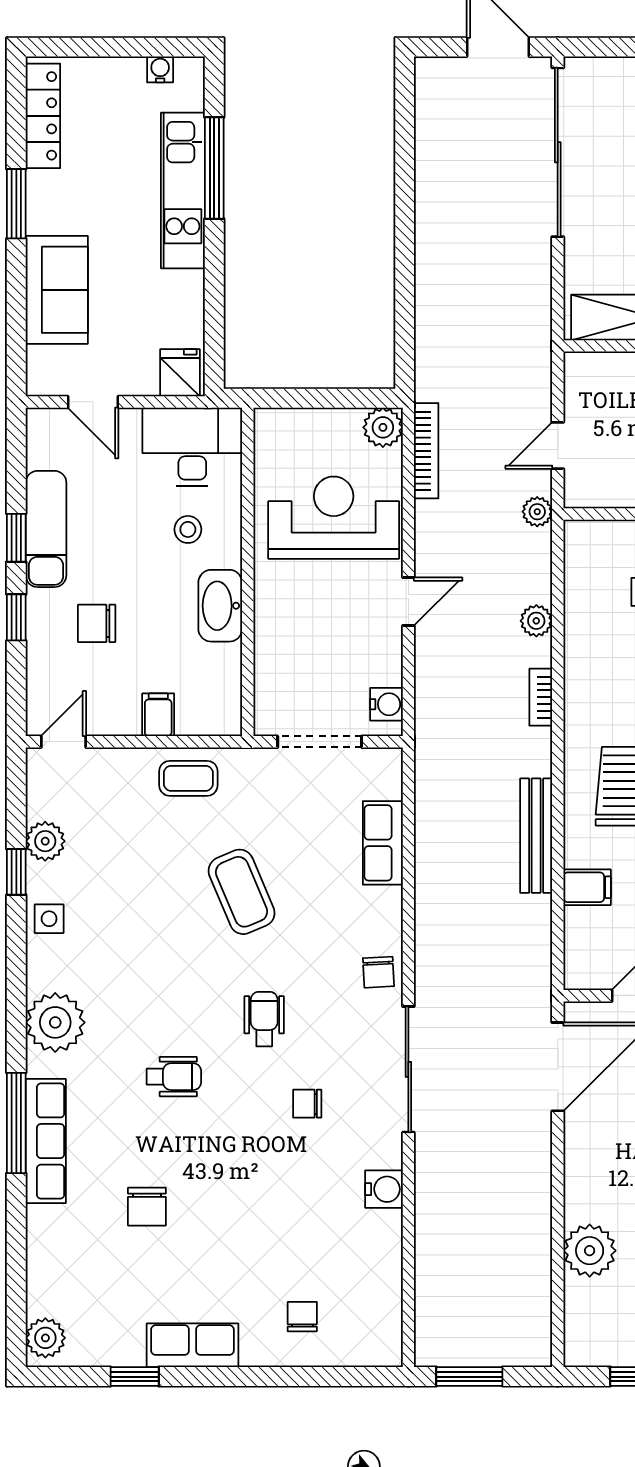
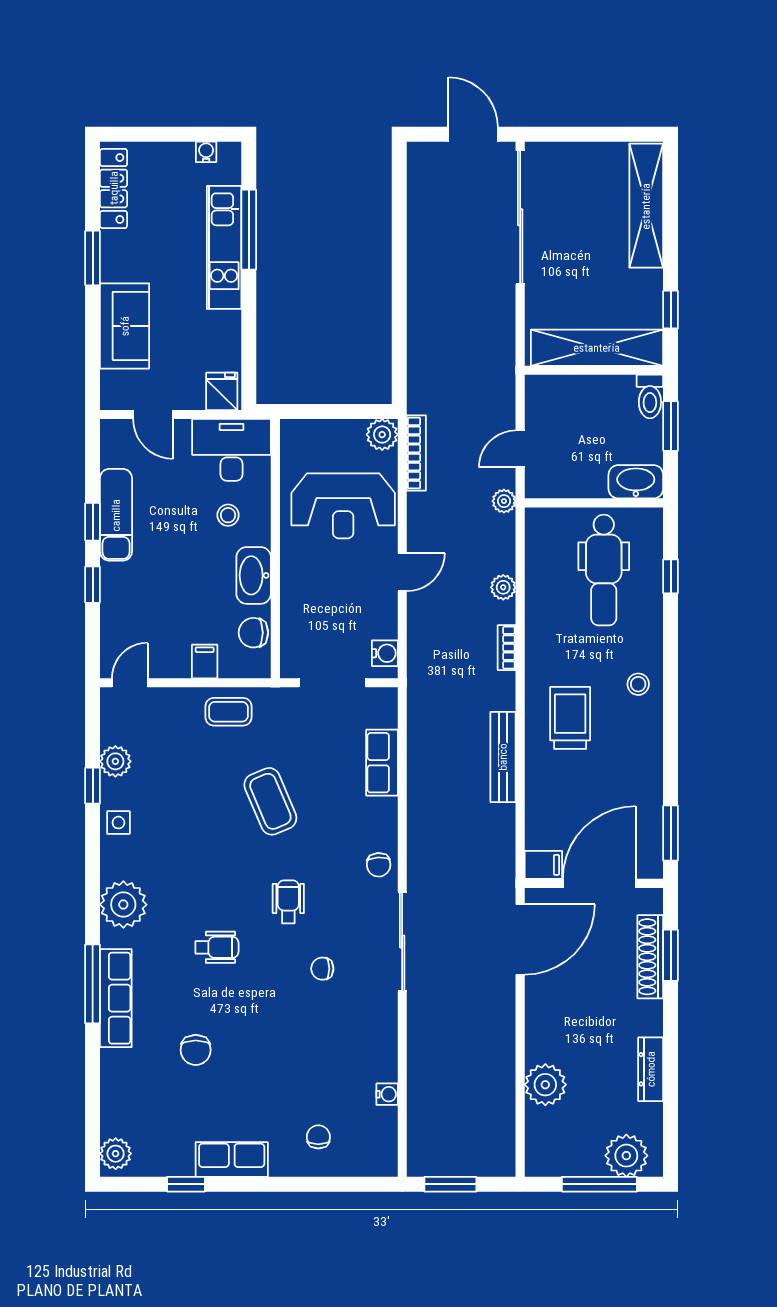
reception desk: (334, 518) -> (343, 506), turned 180
chair: (97, 623) -> (253, 633), moved
filing cabinet: (587, 887) -> (543, 865), moved
water cooler: (384, 1189) -> (387, 1094), moved, width x0.72, depth x0.72

